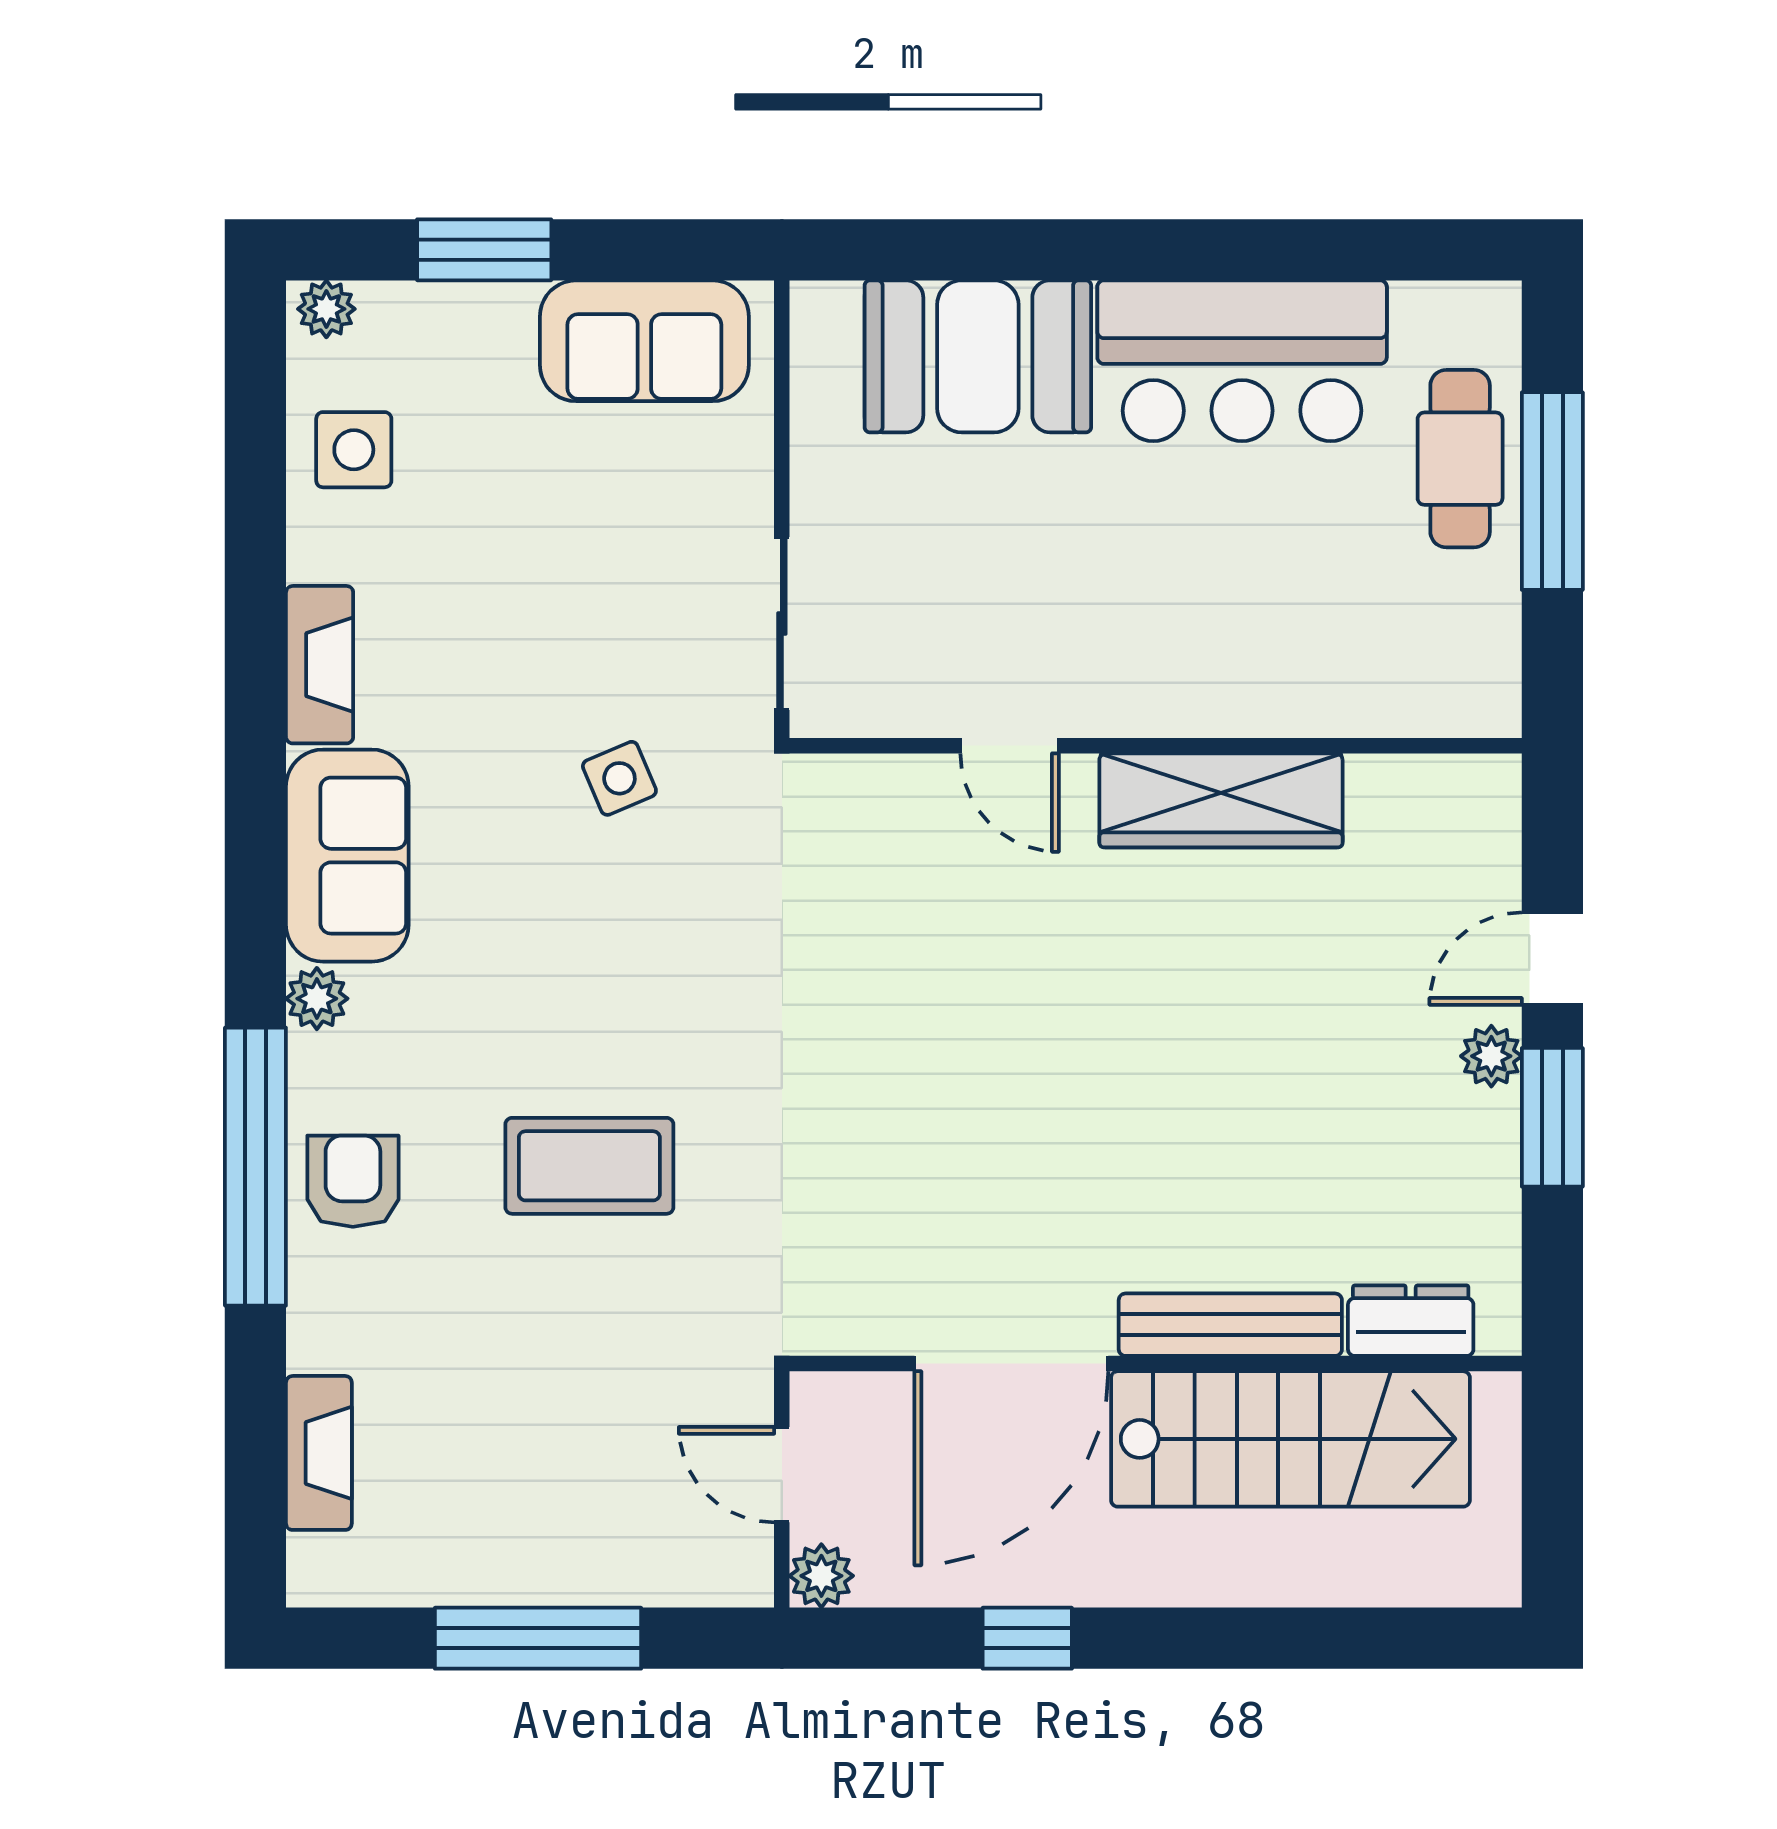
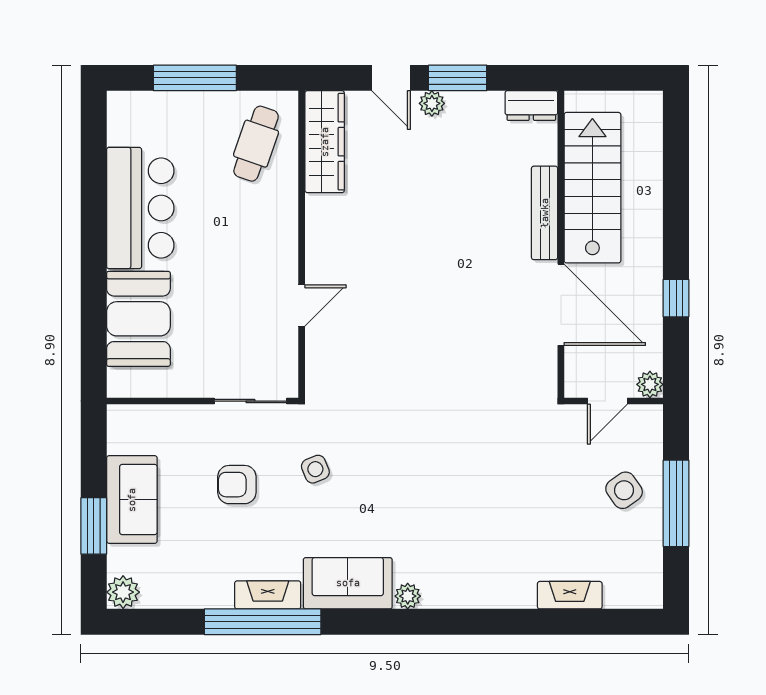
plant: (326, 309) -> (123, 592), width x1.38, depth x1.38
sofa: (644, 341) -> (132, 500), moved
side table: (354, 450) -> (624, 490), moved, turned -35
cafe table: (1460, 459) -> (256, 144), moved, turned -71
wardrobe: (1221, 800) -> (325, 142), moved
coffee table: (589, 1166) -> (478, 482), removed
window: (255, 1167) -> (263, 622), moved
armchair: (353, 1181) -> (237, 485), moved
dresser: (1411, 1321) -> (531, 105), moved, turned -90
fireplace: (319, 1453) -> (570, 595), moved

